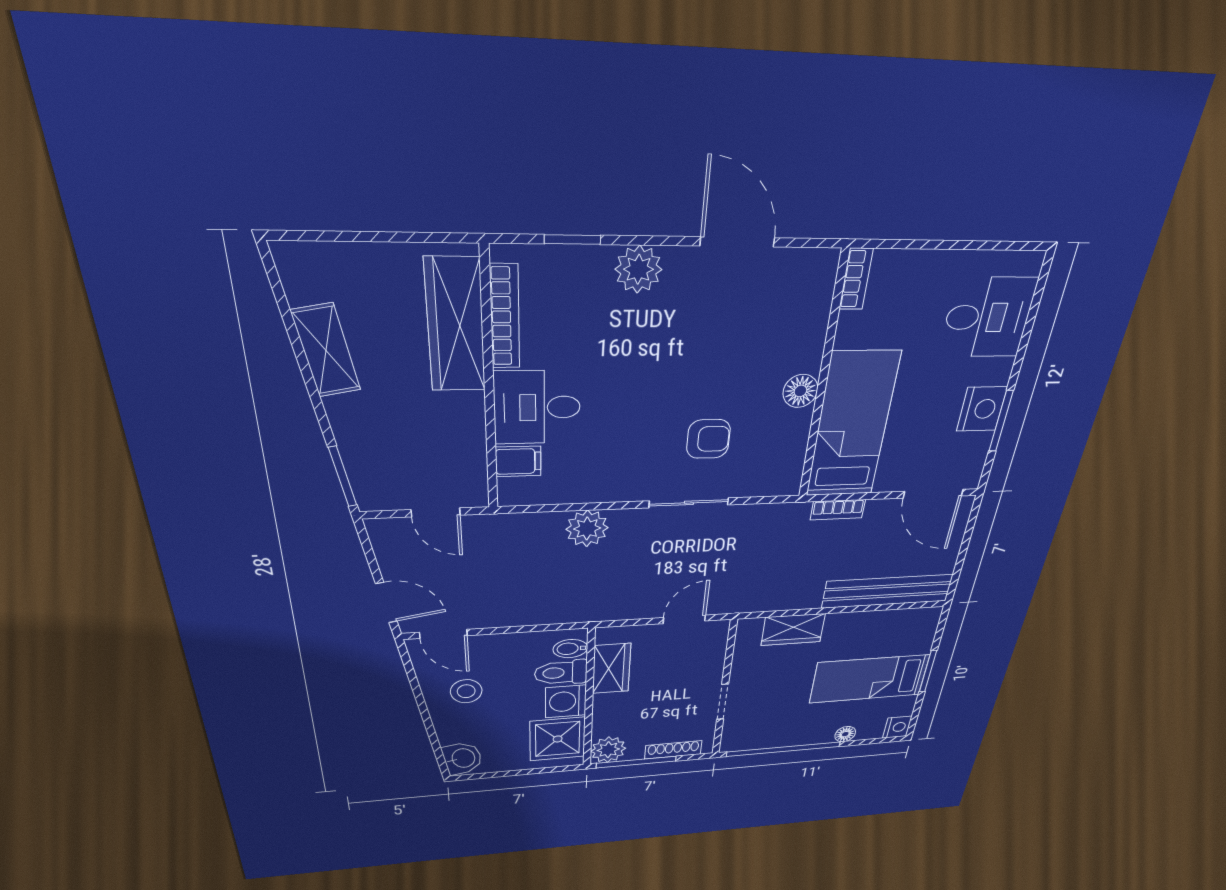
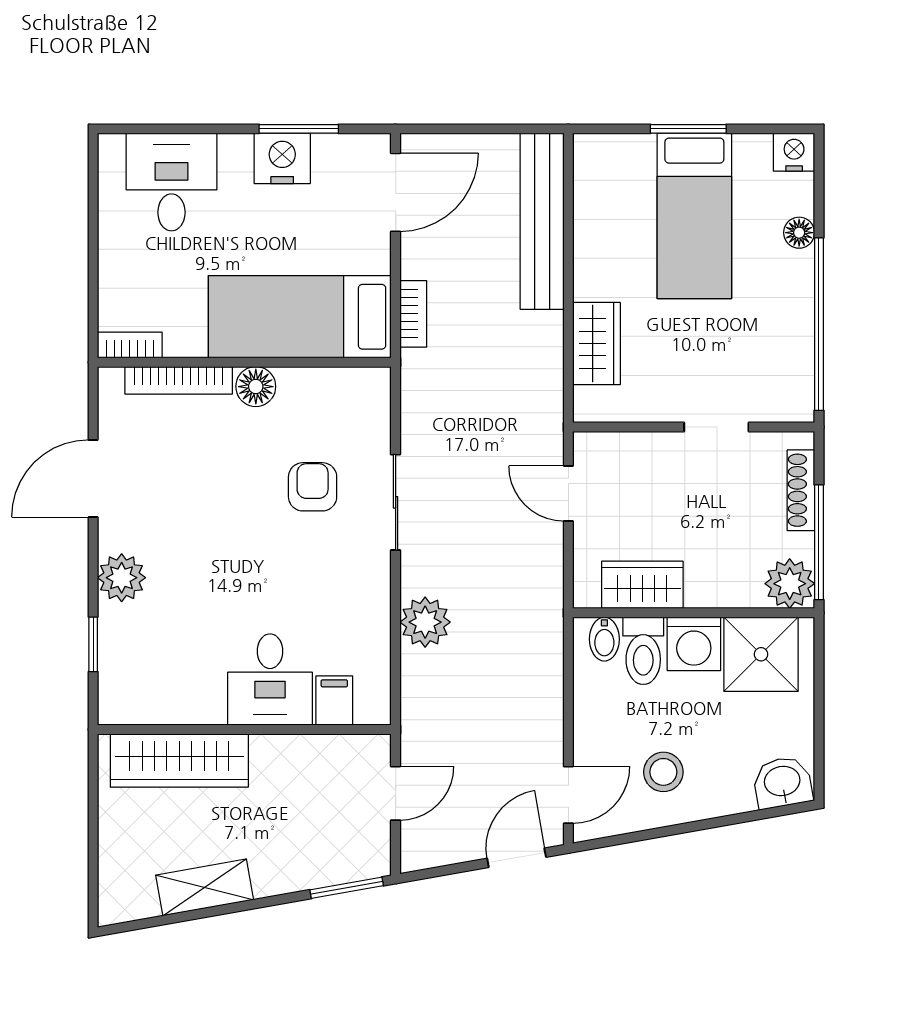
bookcase: (505, 317) -> (179, 380), moved, turned 180

